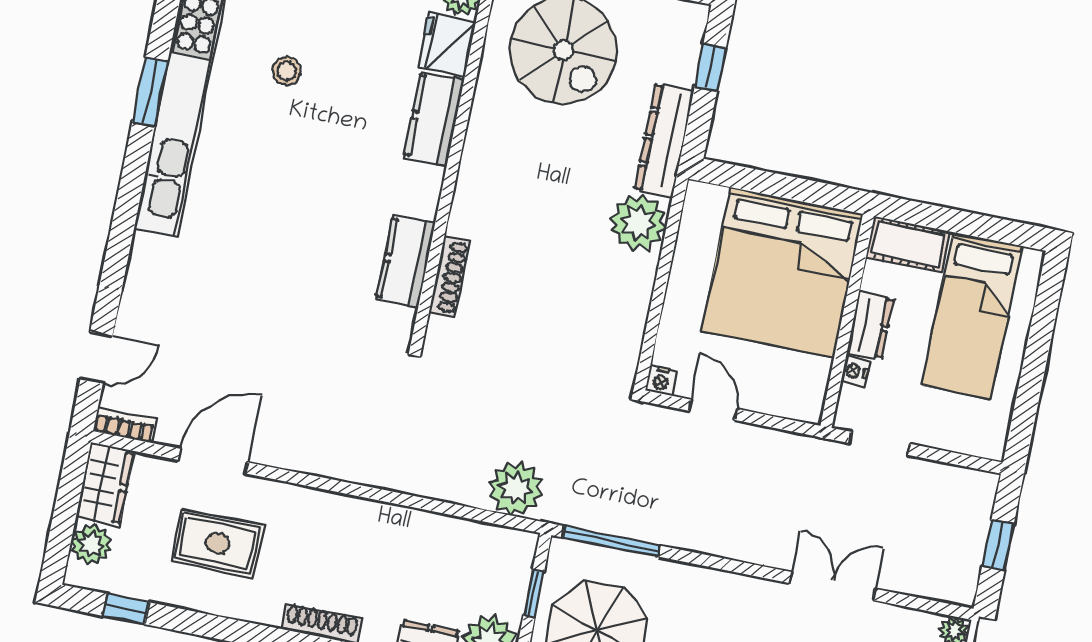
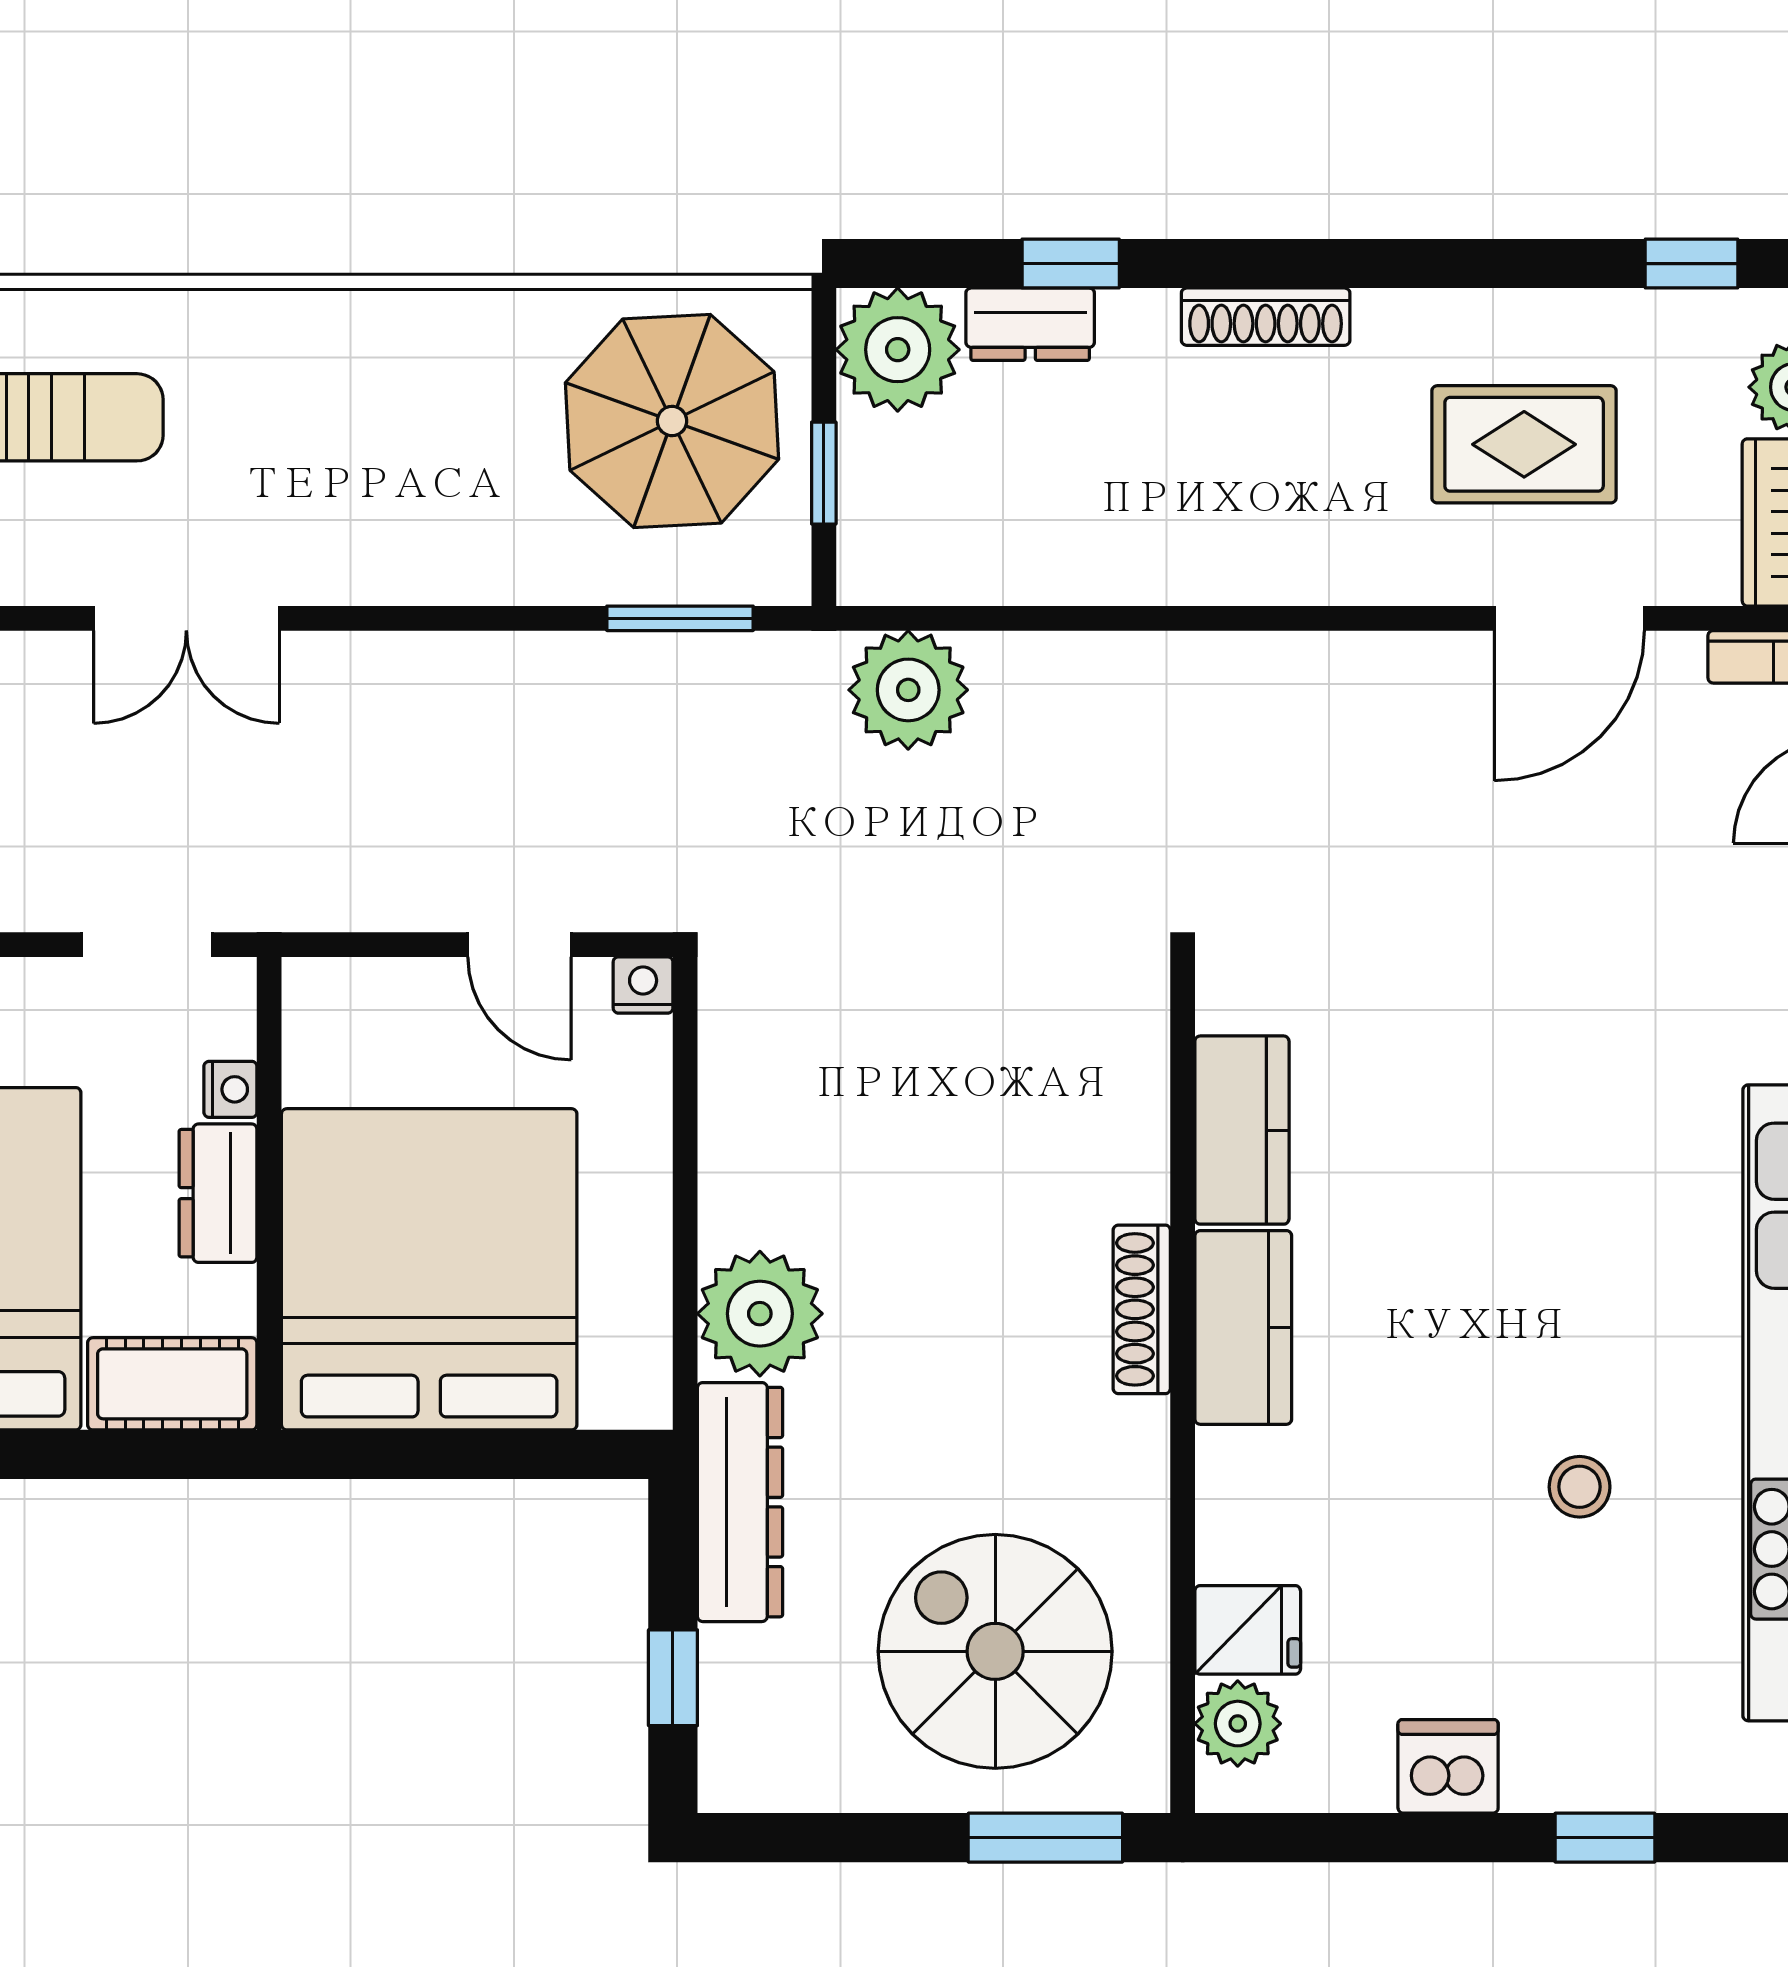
fridge: (447, 45) -> (1248, 1630), width x0.72
kitchen counter: (434, 119) -> (1243, 1327), moved
shoe rack: (449, 277) -> (1142, 1309), moved
window: (611, 541) -> (680, 618), width x0.69

